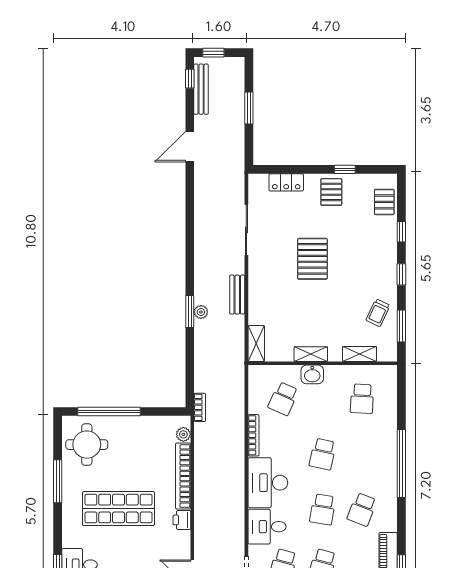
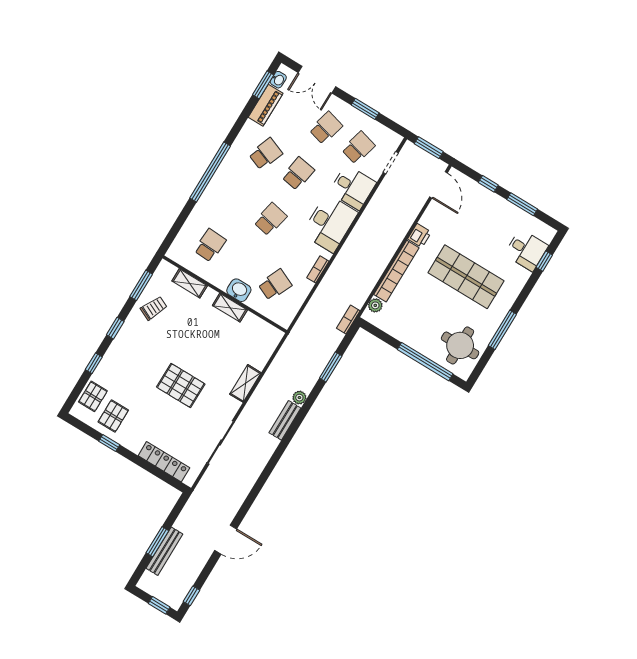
bench: (201, 89) -> (164, 551), moved
locker: (286, 182) -> (164, 462), width x1.53
pallet: (331, 192) -> (113, 416), moved
pallet: (312, 259) -> (181, 386), turned 90
bench: (237, 295) -> (285, 420), moved
window: (190, 312) -> (331, 367), moved
shelving: (256, 344) -> (245, 383), moved
bookcase: (253, 435) -> (318, 269), width x0.64

